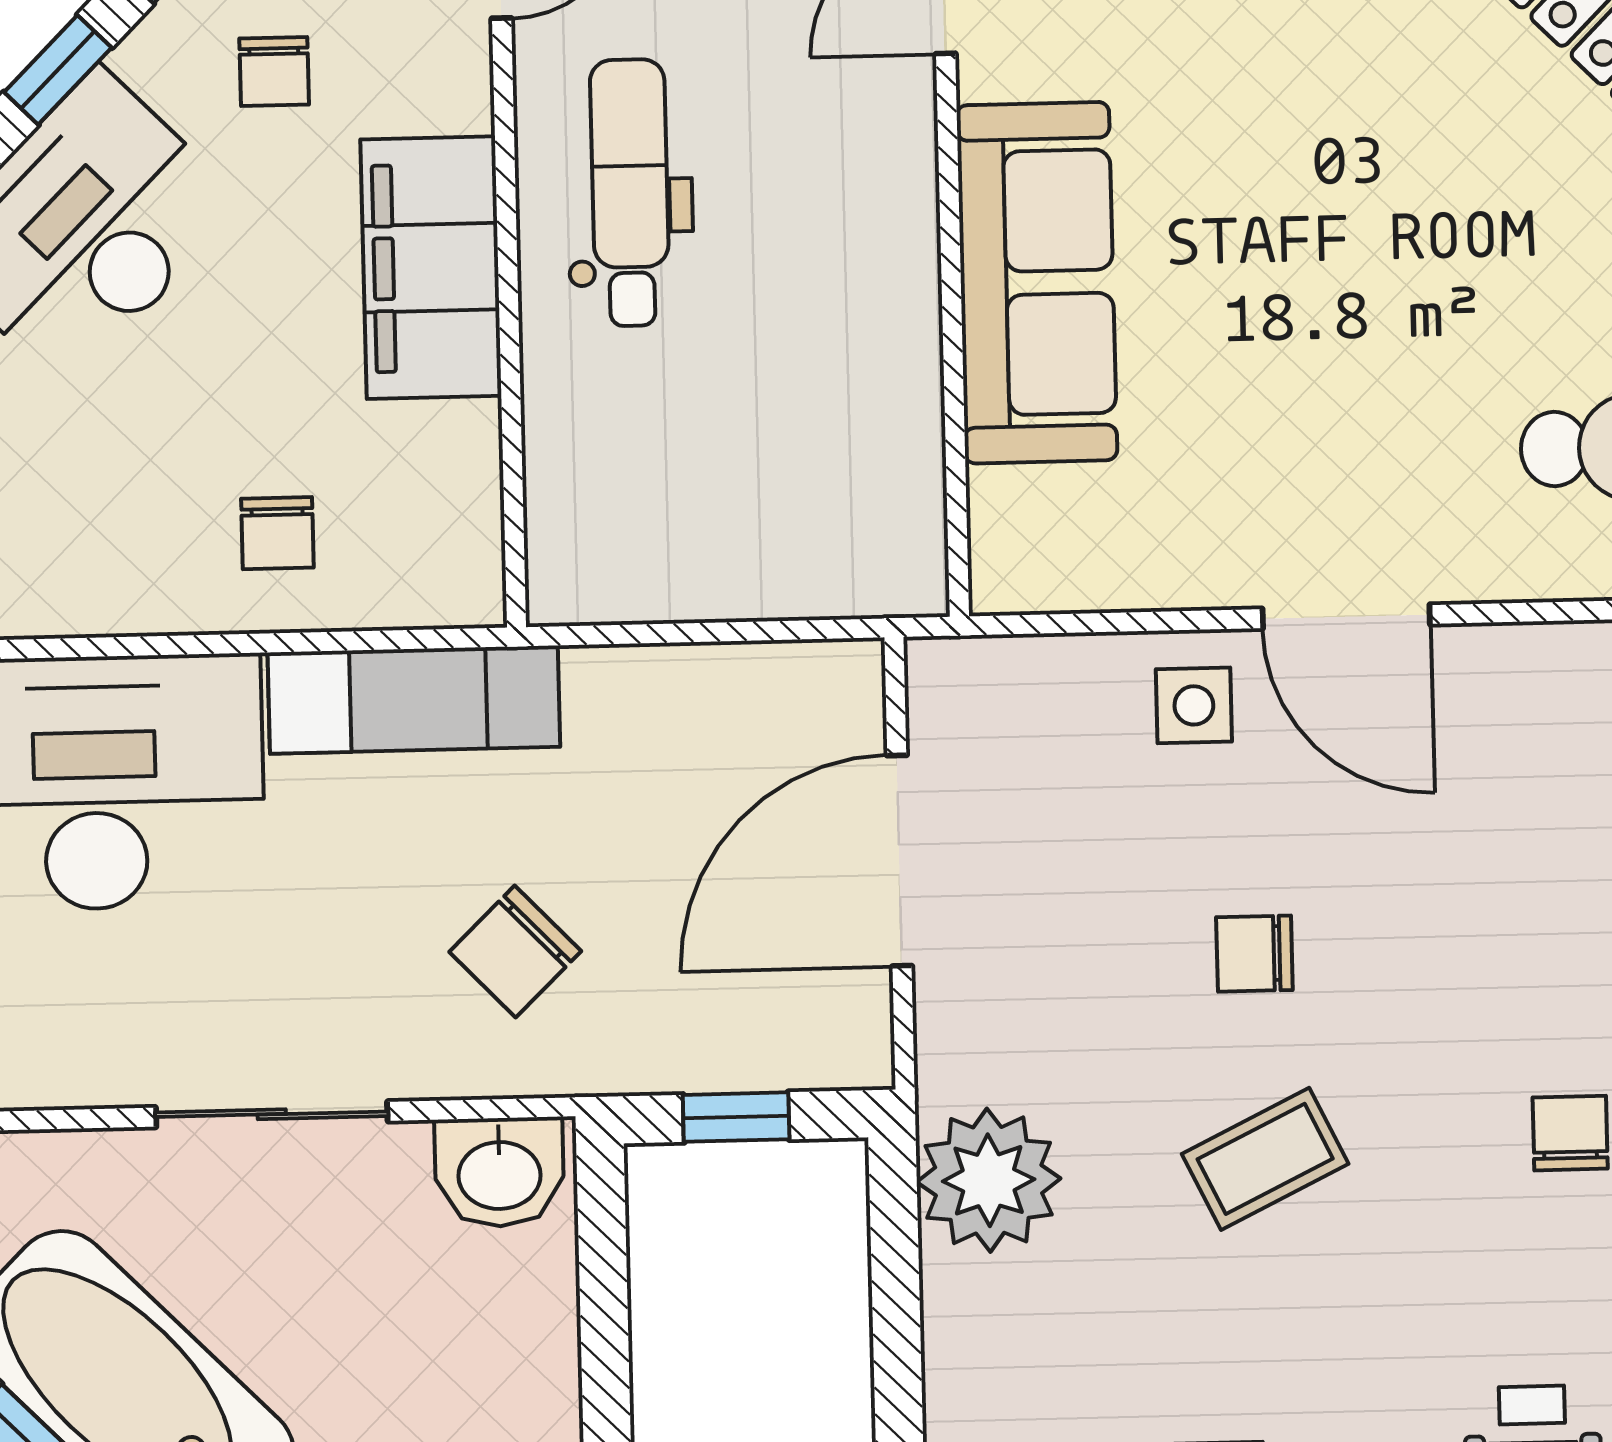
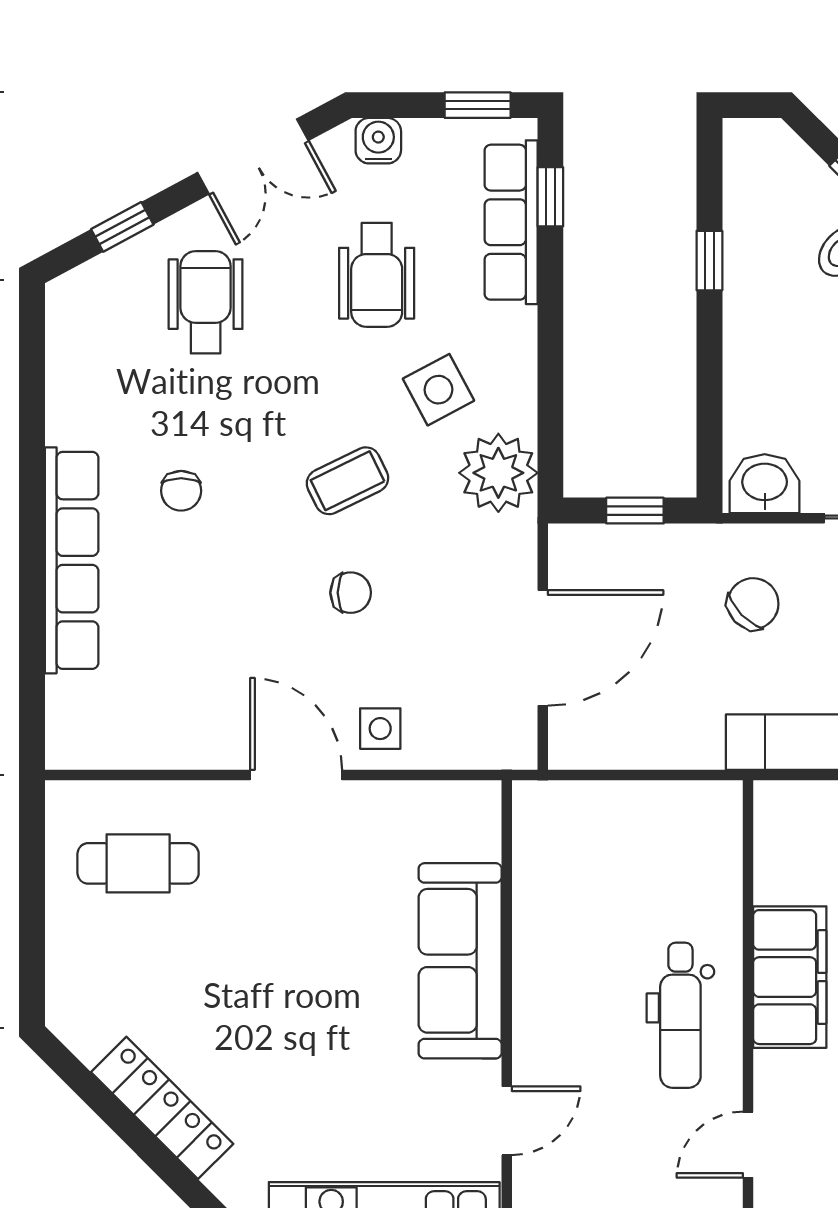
side table: (1102, 1330) -> (438, 390), added

